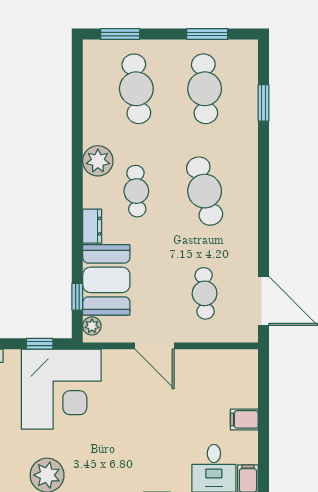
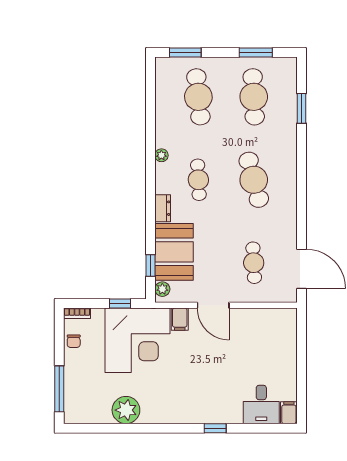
plant: (98, 161) -> (161, 155), width x0.53, depth x0.53
filing cabinet: (244, 419) -> (180, 319), moved, turned -90

